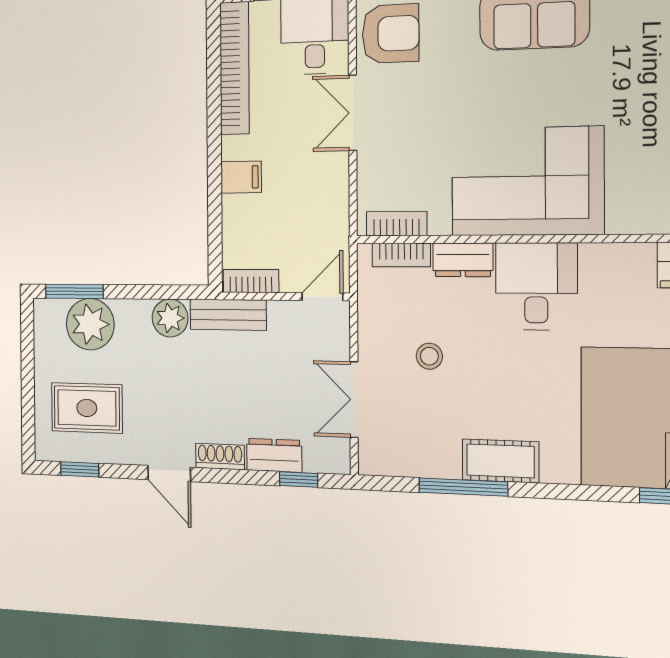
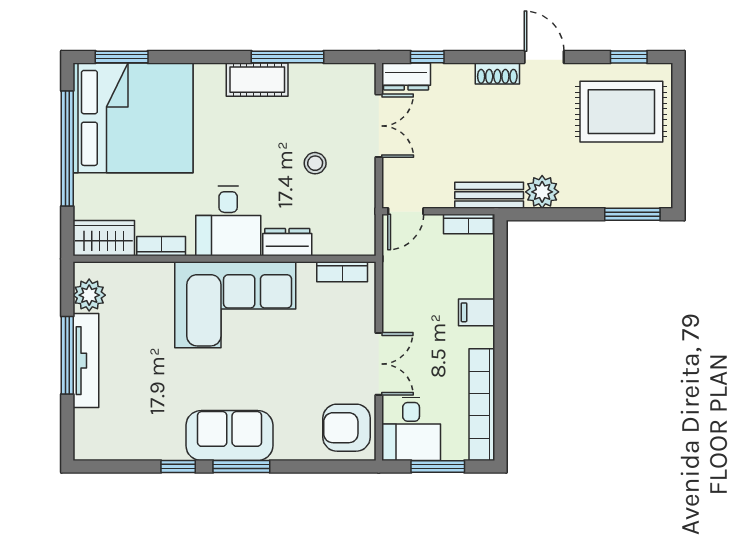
bookcase: (401, 255) -> (161, 246), moved
plant: (90, 324) -> (617, 186), removed
rug: (87, 408) -> (621, 112), width x1.36, depth x1.43
dresser: (274, 455) -> (406, 77), moved

